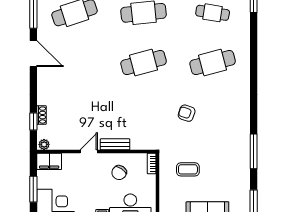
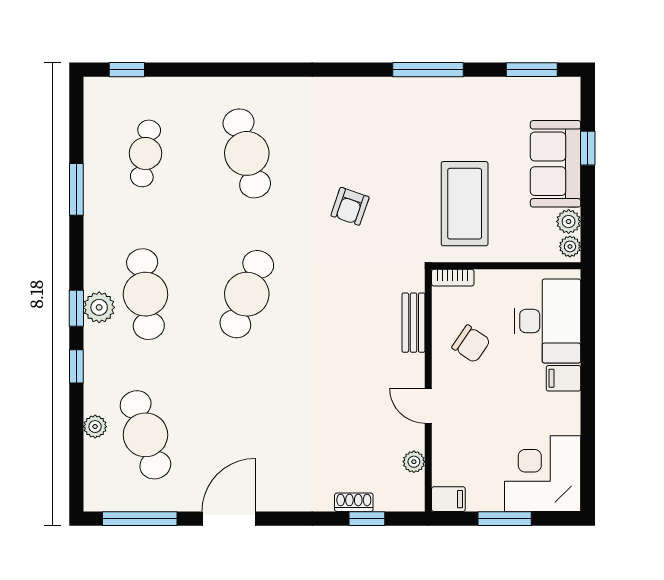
cafe table: (144, 63) -> (247, 294), turned 36
plant: (44, 144) -> (414, 462), moved
bench: (115, 144) -> (414, 323), moved
filing cabinet: (49, 161) -> (448, 499), width x0.50
coffee table: (188, 169) -> (465, 204), width x1.86, depth x1.72

